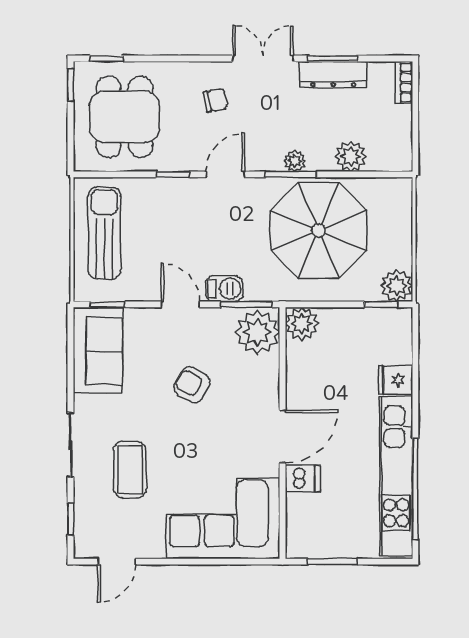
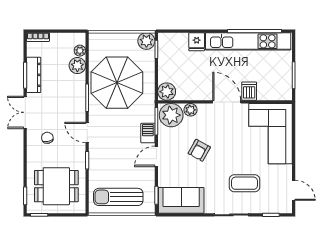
plant: (295, 161) -> (80, 51), moved
plant: (268, 368) -> (191, 110), added

